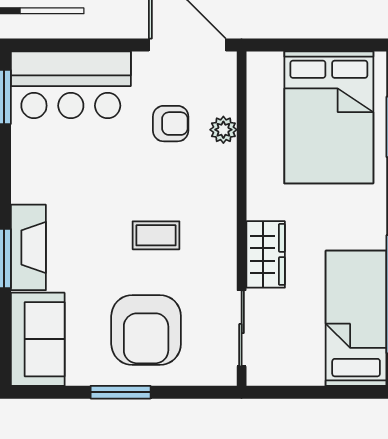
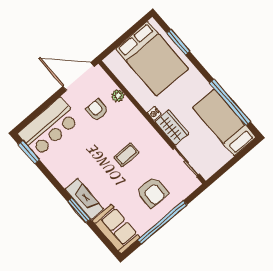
armchair: (171, 124) -> (97, 110), turned -90
nightstand: (257, 208) -> (154, 113), added
armchair: (146, 330) -> (152, 192), width x0.73, depth x0.73
window: (121, 392) -> (162, 222), width x2.11

